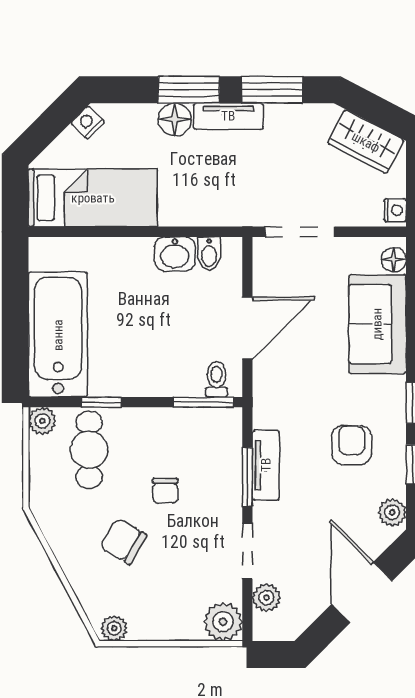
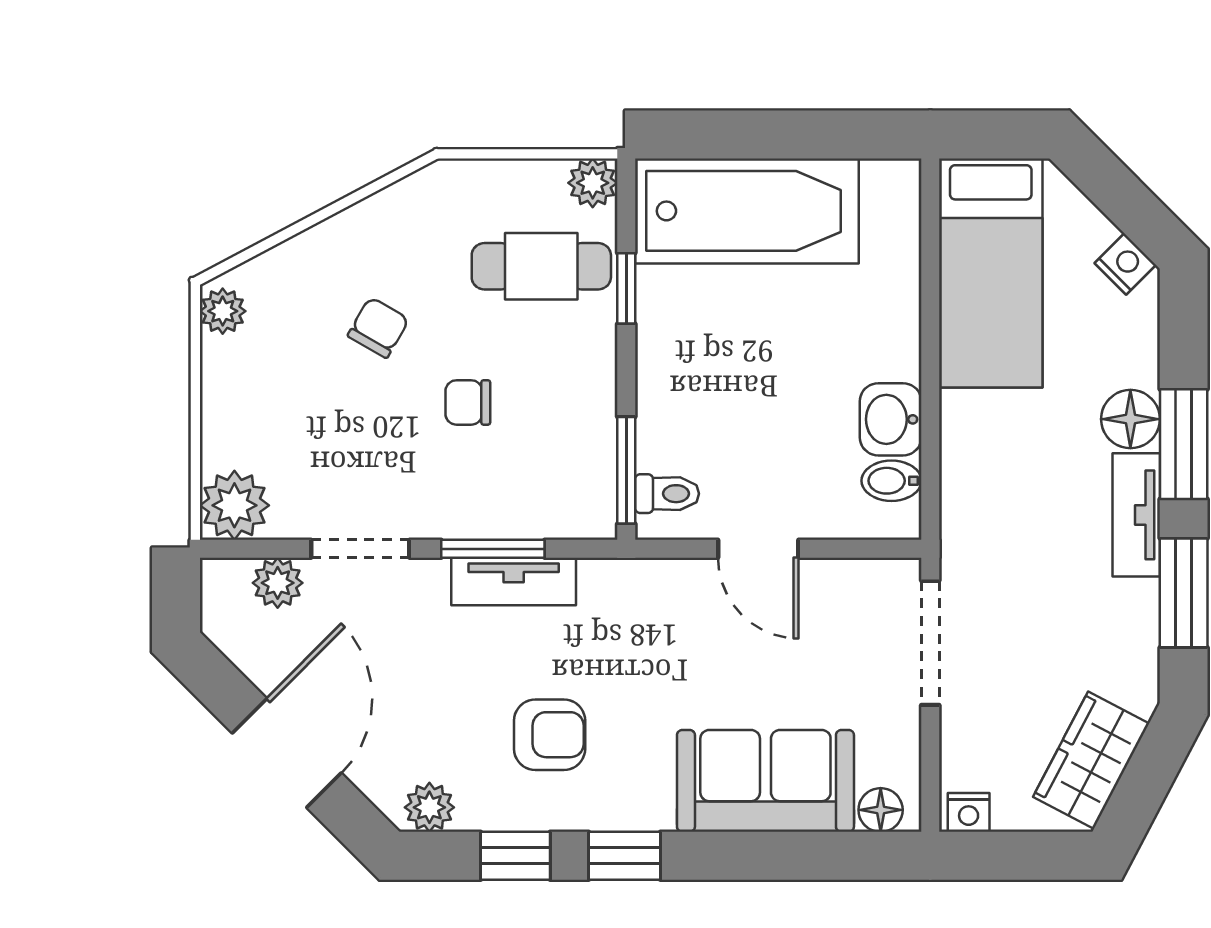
door: (247, 328) -> (758, 549), width x0.73
chair: (123, 541) -> (378, 327), width x0.73, depth x0.73
door: (362, 592) -> (287, 753), hinge flipped

